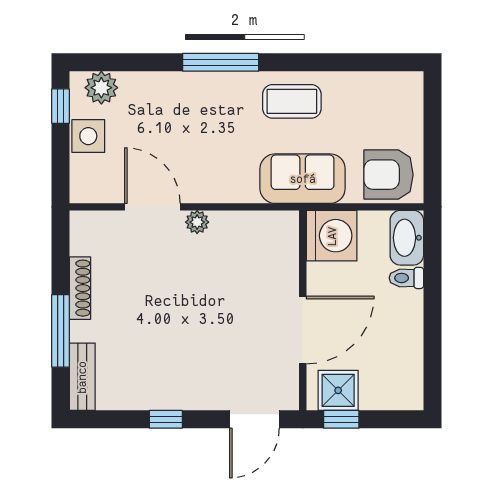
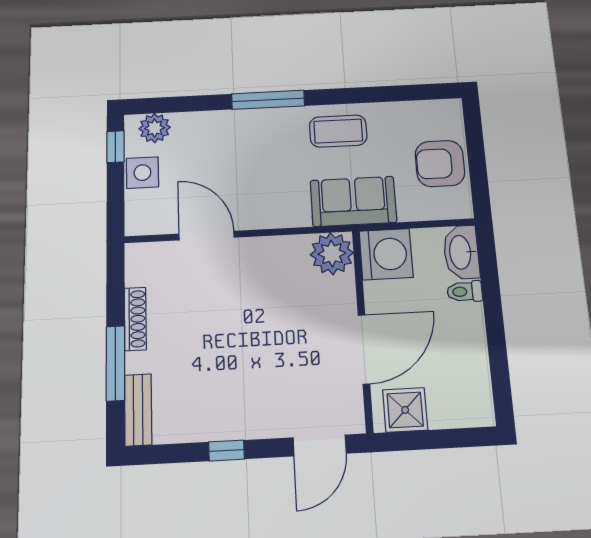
armchair: (388, 175) -> (440, 164), moved
plant: (197, 222) -> (332, 254), moved, width x1.87, depth x1.87
window: (341, 419) -> (411, 441), removed

